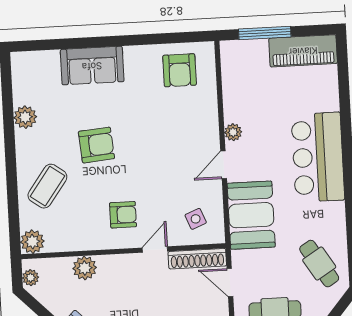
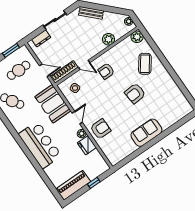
window: (265, 33) -> (94, 183), width x0.46
sofa: (92, 66) -> (146, 133), moved
armchair: (180, 70) -> (100, 129), moved, turned 90
fridge: (236, 106) -> (87, 145), added
plant: (25, 117) -> (172, 87), removed
door: (155, 250) -> (84, 65), hinge flipped

